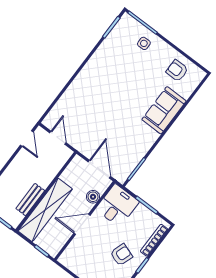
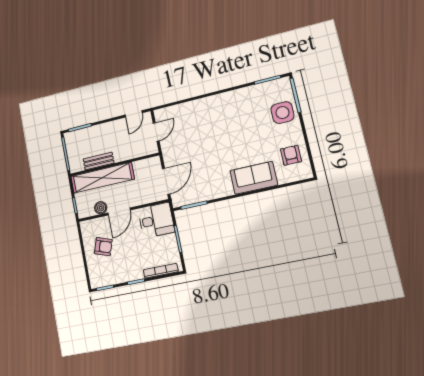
side table: (144, 43) -> (282, 113), width x1.87, depth x1.87
boiler: (93, 197) -> (101, 208), moved
door: (82, 224) -> (119, 211), swing flipped
armchair: (121, 255) -> (103, 247), moved

